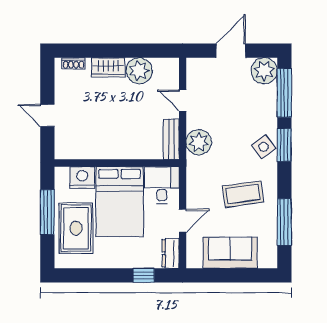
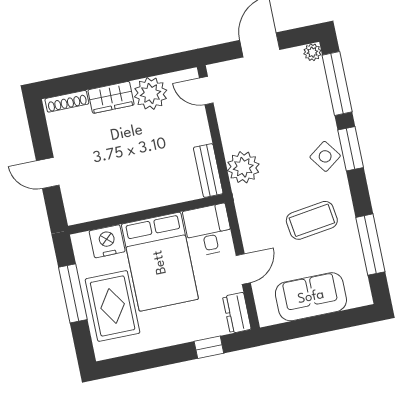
shoe rack: (73, 63) -> (67, 101), width x1.43
plant: (264, 71) -> (312, 52), width x0.53, depth x0.53
door: (183, 100) -> (206, 91), moved

